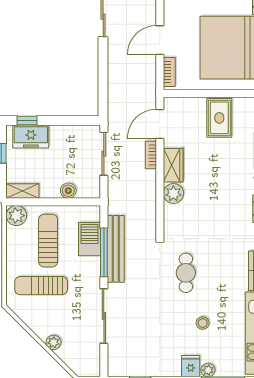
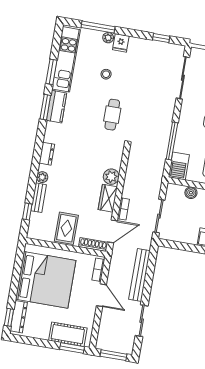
door: (160, 40) -> (101, 295), hinge flipped
shoe rack: (182, 103) -> (93, 245), added
barbecue: (89, 239) -> (179, 166), moved
bench: (116, 249) -> (139, 275), moved
sliding door: (104, 316) -> (183, 78), moved

